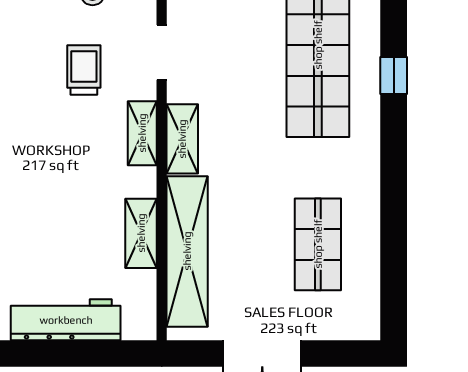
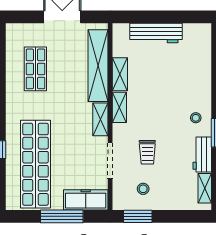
doorway: (162, 52) -> (110, 161), width x1.38
shelving: (142, 133) -> (119, 107), moved

